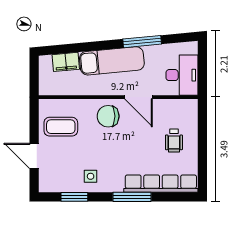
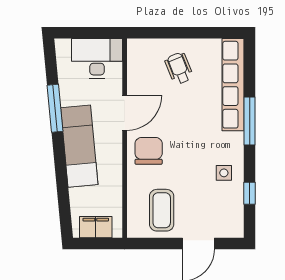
filing cabinet: (66, 62) -> (96, 227), moved, turned -85
chair: (108, 116) -> (149, 151), turned 180
wheelchair: (174, 140) -> (179, 68), turned -112
window: (74, 197) -> (250, 193), width x0.67

